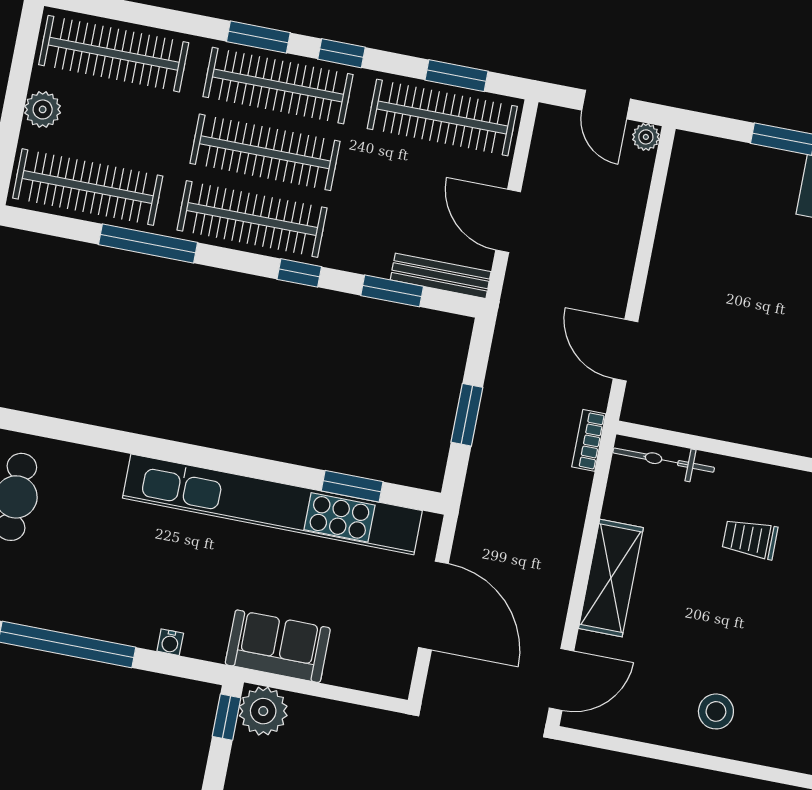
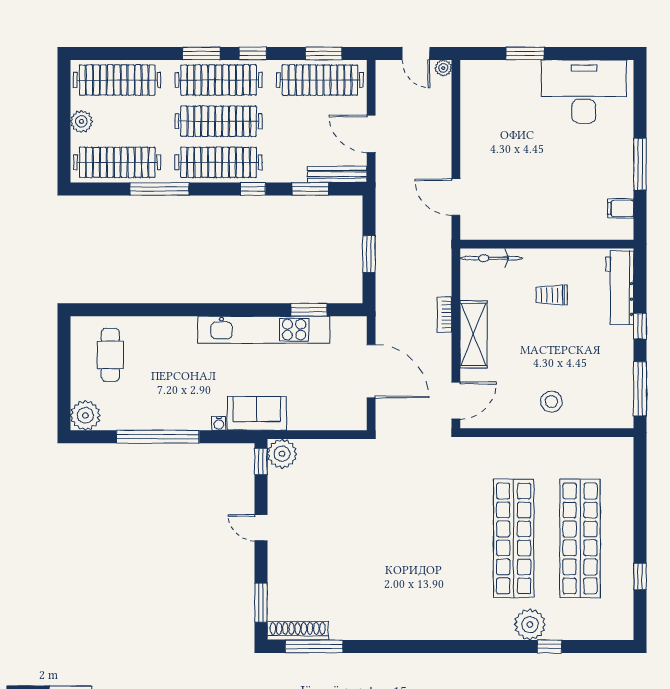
bookcase: (589, 440) -> (444, 314), moved
kitchen unit: (272, 504) -> (264, 330), width x0.73
sofa: (278, 646) -> (257, 413), moved

